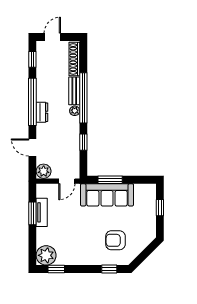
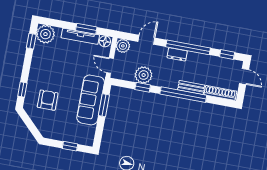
plant: (75, 111) -> (144, 75), moved, width x1.87, depth x1.87
floor lamp: (42, 191) -> (105, 41), added
tv unit: (42, 212) -> (80, 36), width x1.41

